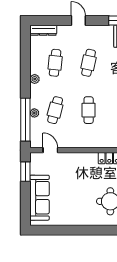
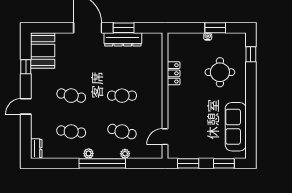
dresser: (43, 30) -> (36, 149), width x0.70
window: (25, 120) -> (102, 163), moved
sofa: (40, 198) -> (236, 127), moved, turned -90
window: (25, 205) -> (224, 163), added

